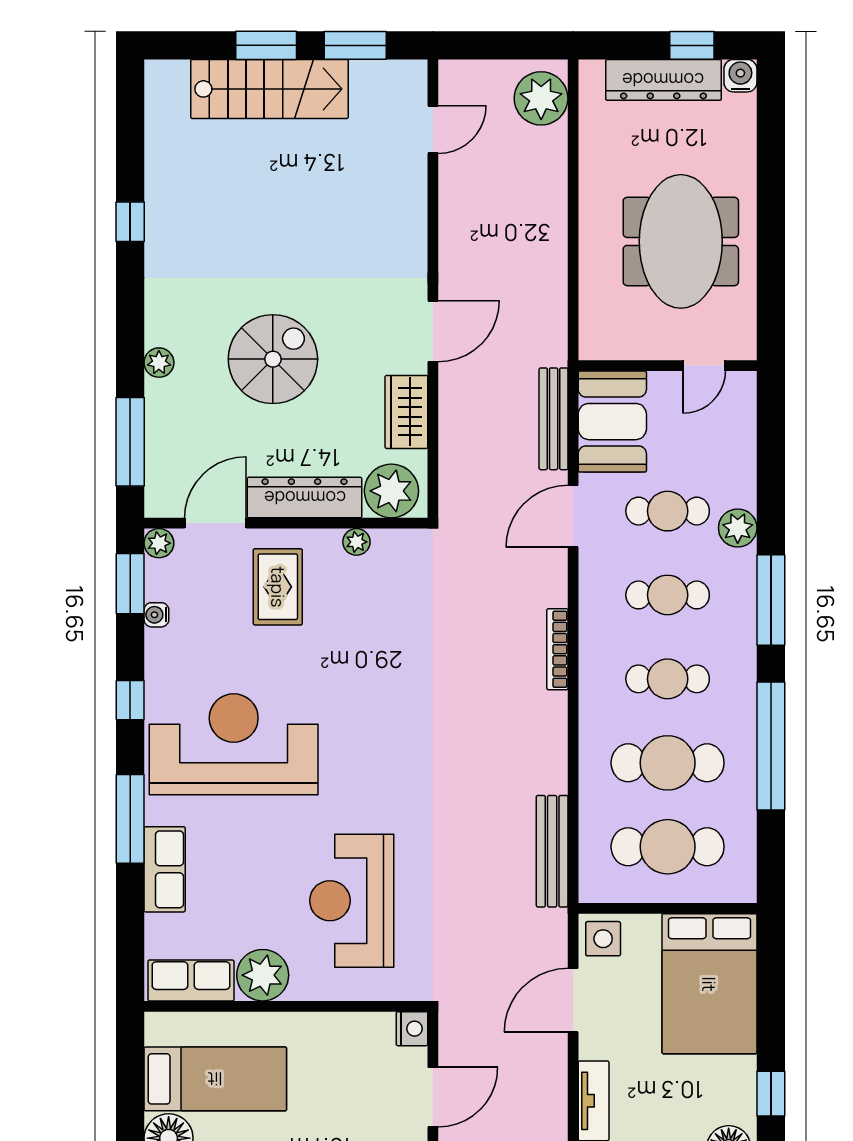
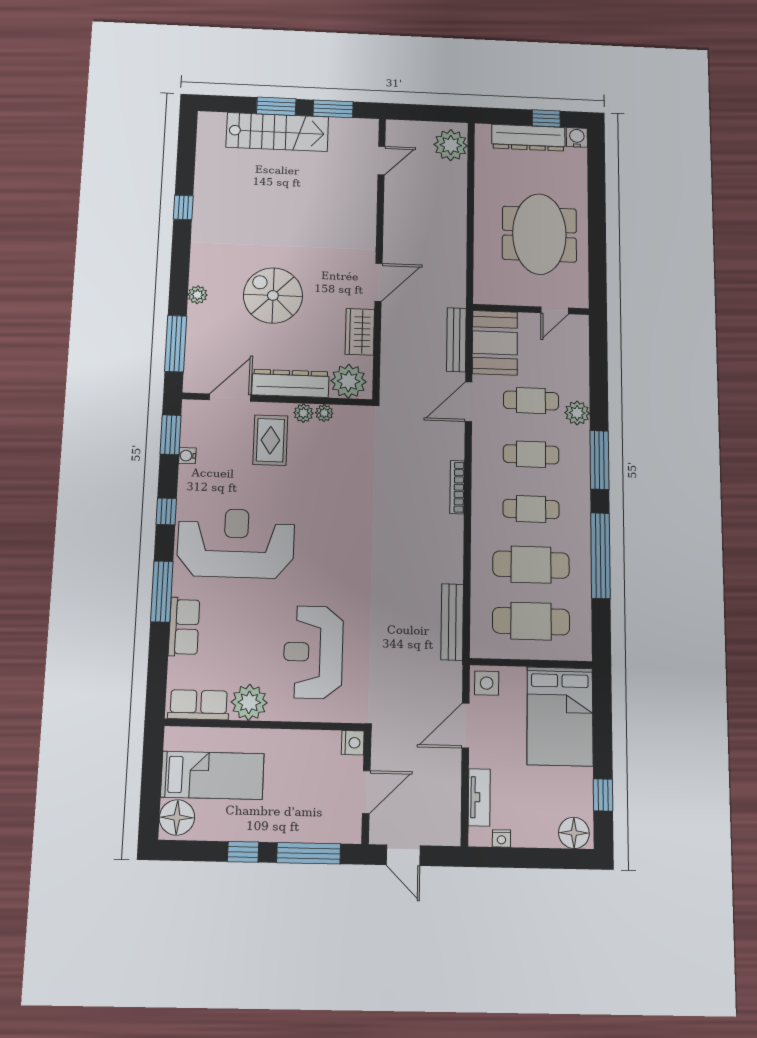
spiral stairs: (273, 359) -> (273, 295), turned -90
plant: (159, 543) -> (303, 413), moved

